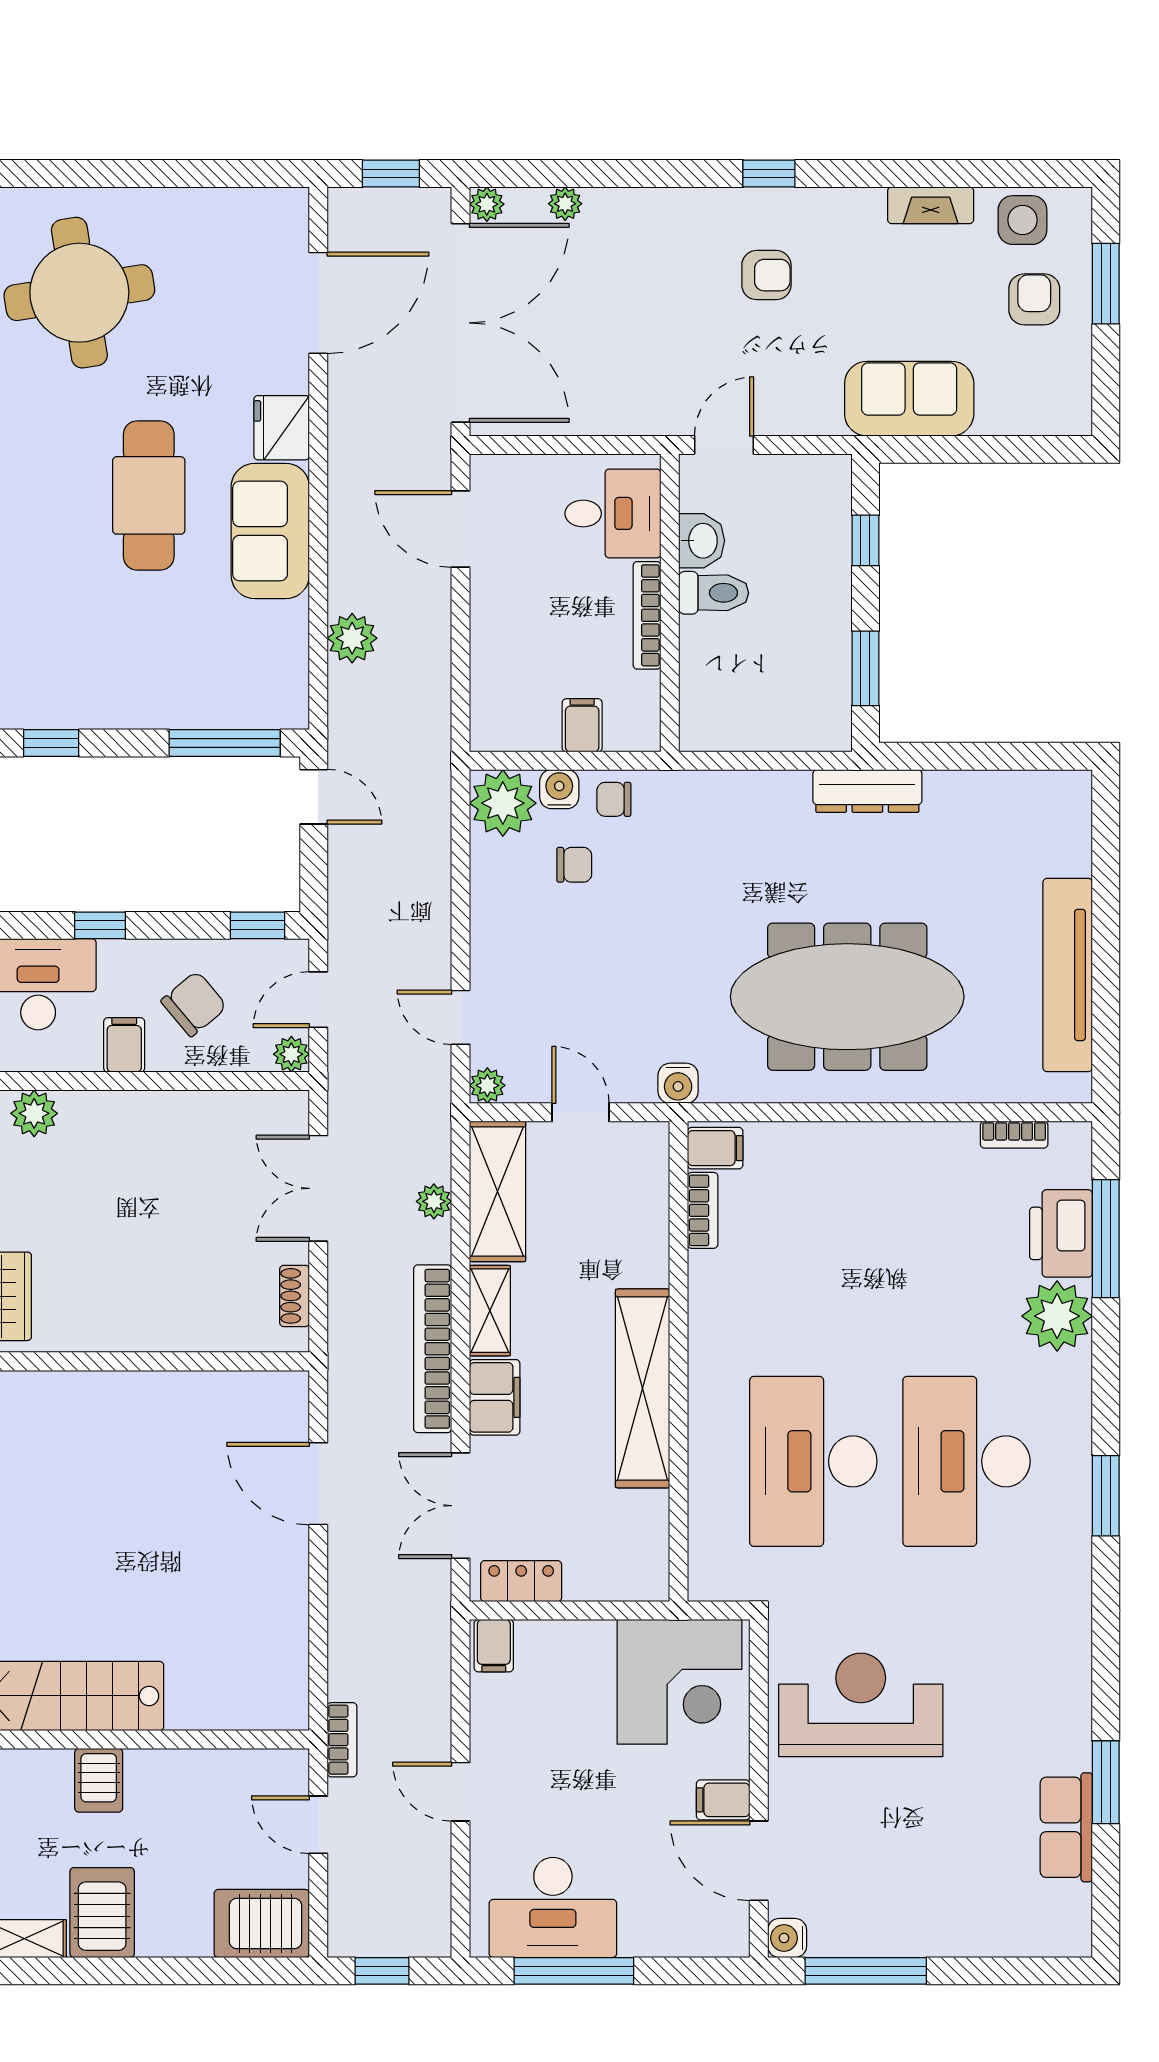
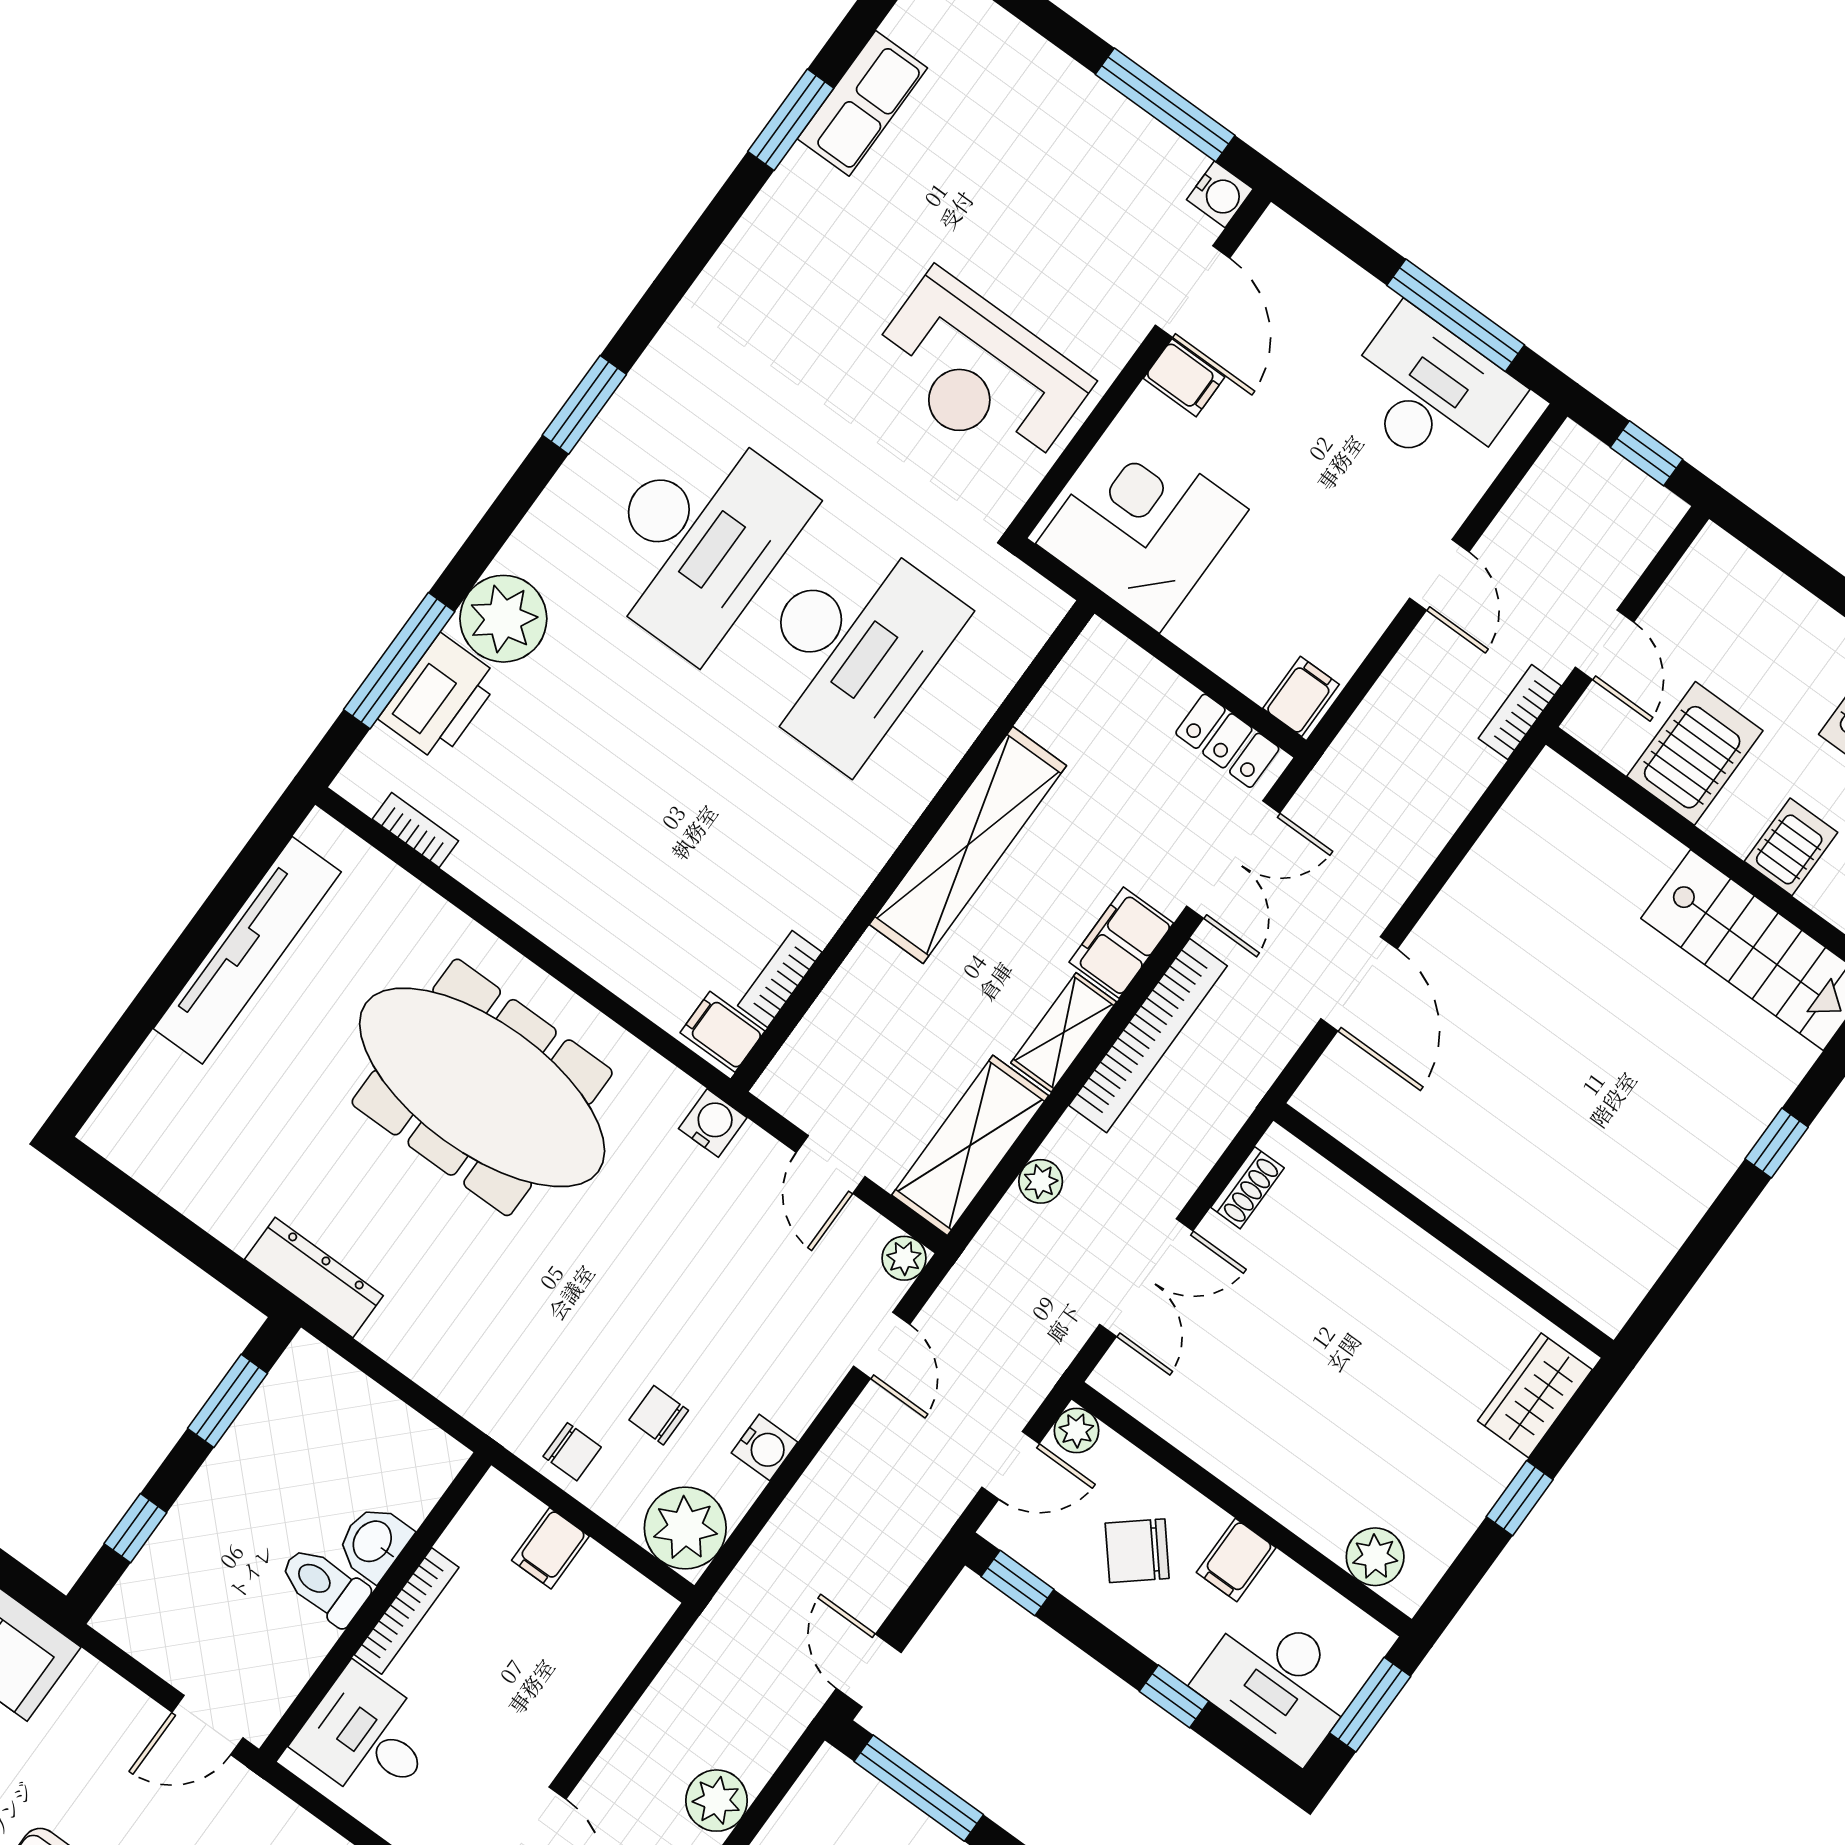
washbasin: (702, 541) -> (374, 1542), moved
water cooler: (559, 789) -> (764, 1448), moved, turned -90
server rack: (262, 1923) -> (1695, 753), moved, turned -90

